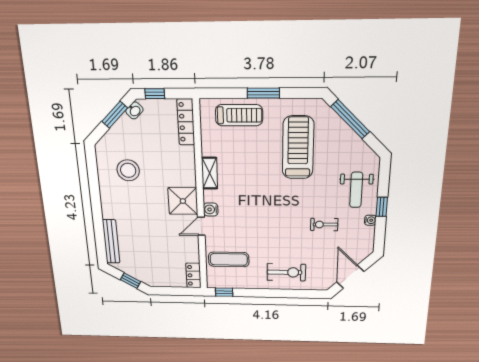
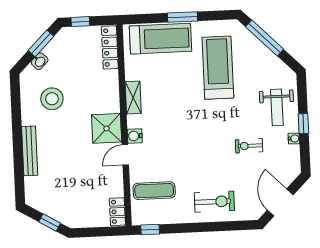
washbasin: (134, 110) -> (40, 61), moved
treadmill: (239, 115) -> (161, 39), width x1.37, depth x1.38
bench: (111, 241) -> (30, 151), moved

